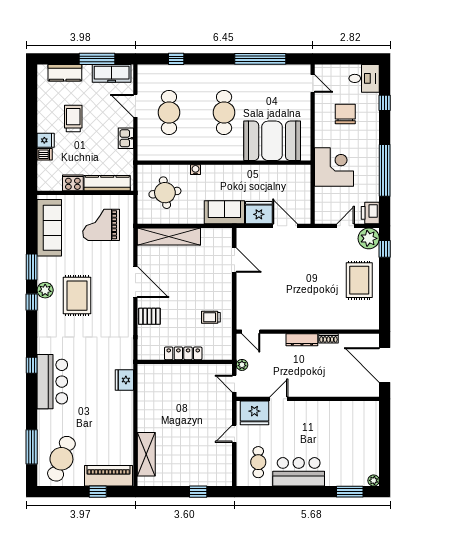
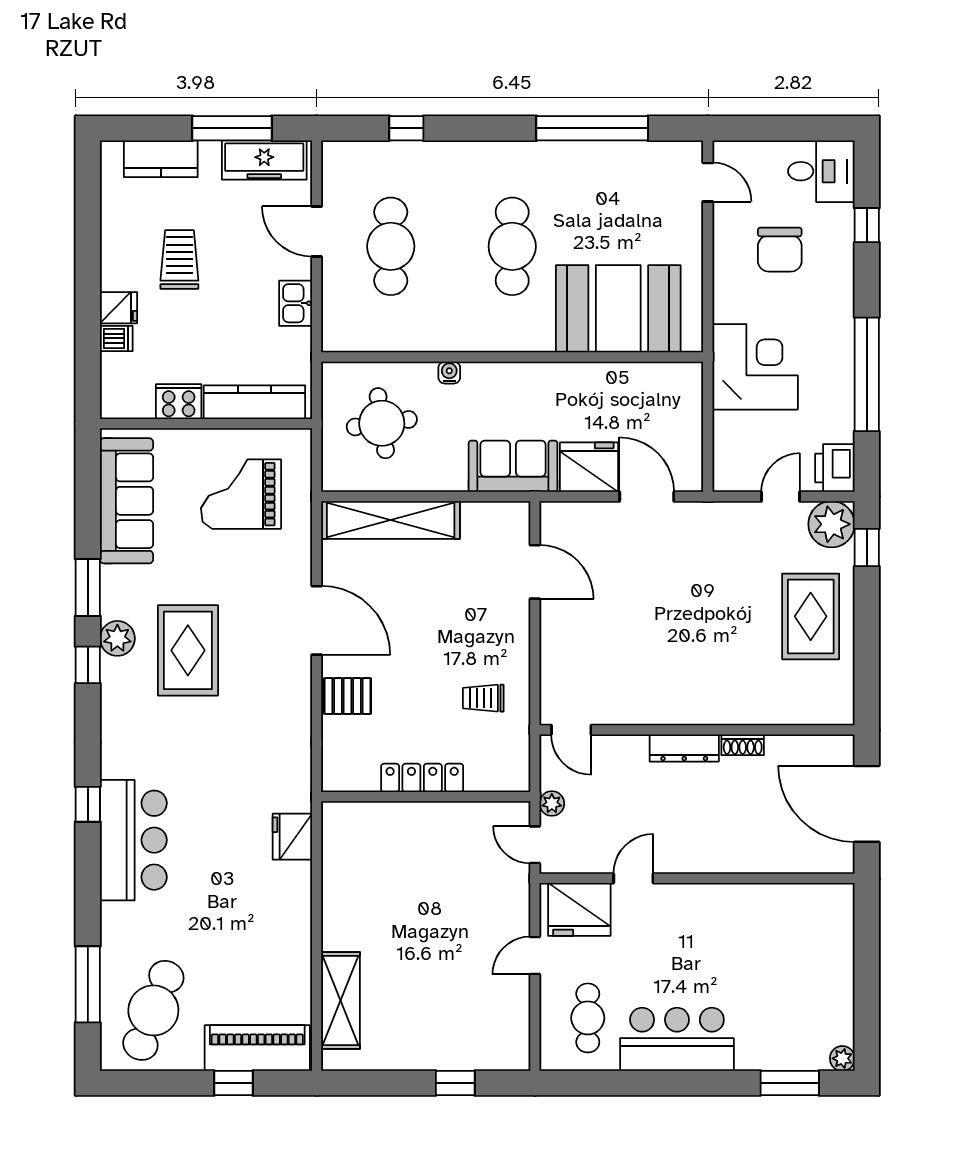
chair: (345, 114) -> (780, 250), turned 180

